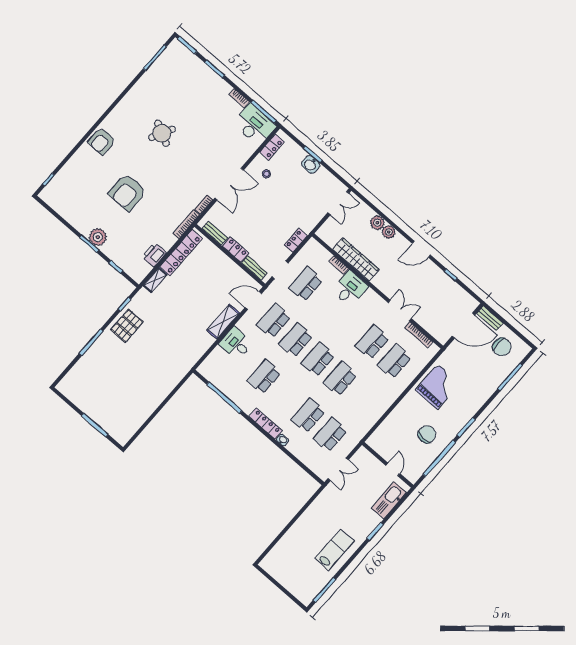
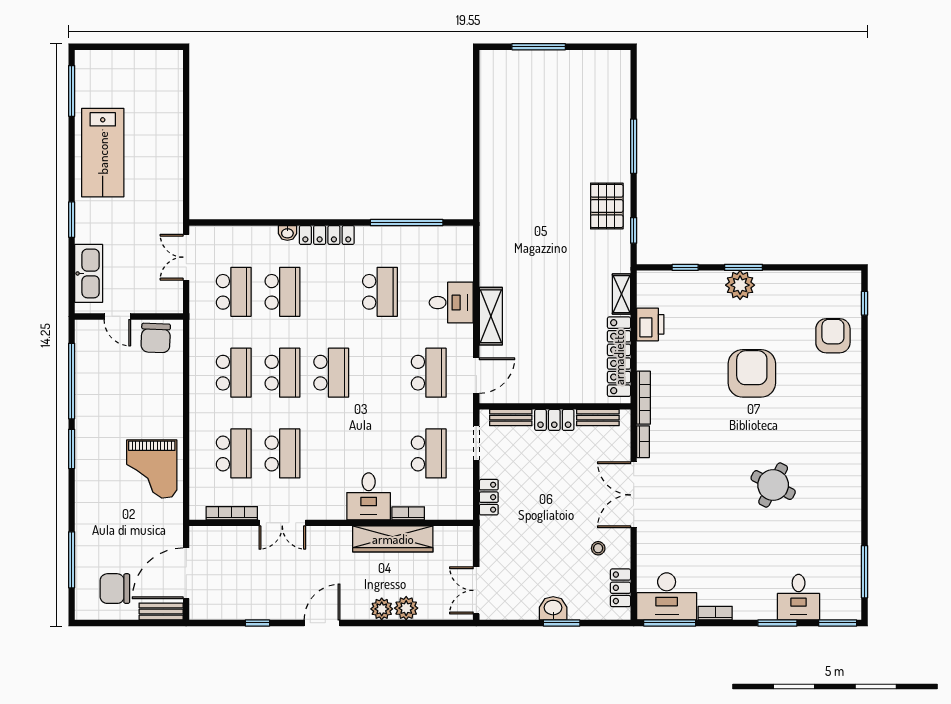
desk: (195, 72) -> (799, 597), added
armchair: (102, 141) -> (833, 336), moved
school desk: (296, 340) -> (234, 373), moved
chair: (427, 434) -> (156, 338), moved
lab bench: (335, 550) -> (103, 153), width x1.36, depth x1.39

